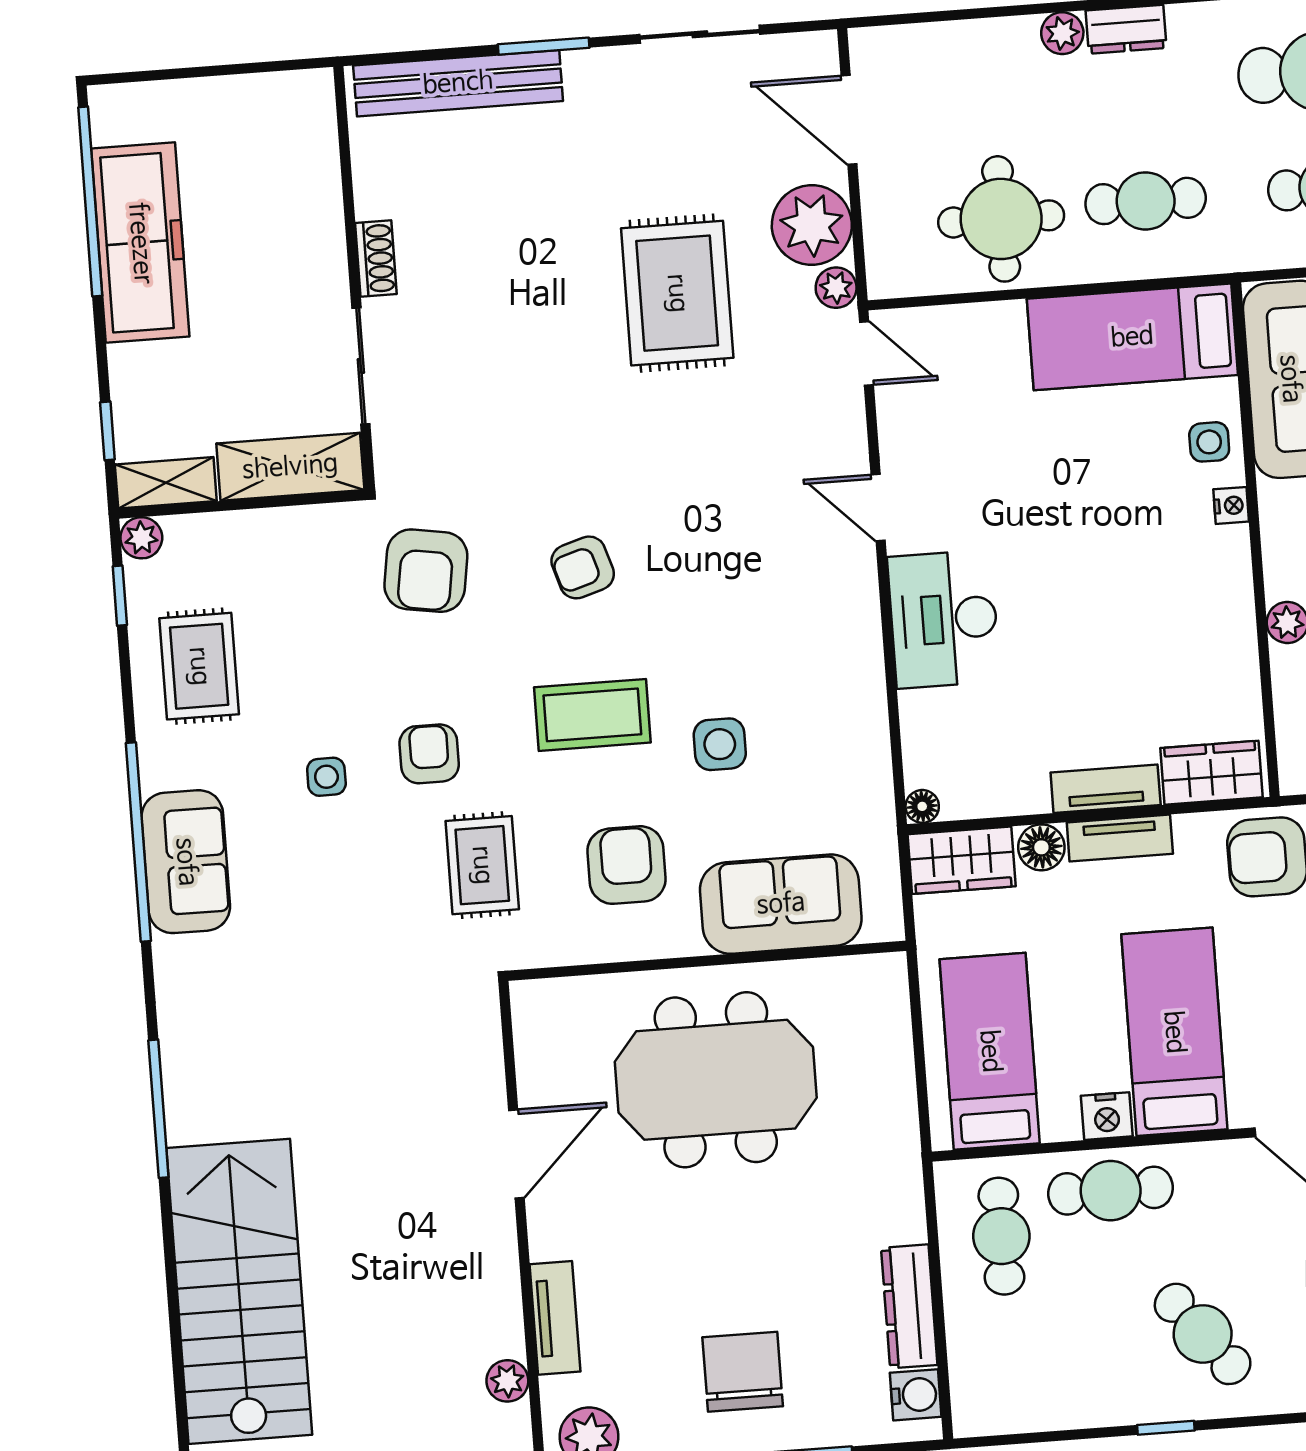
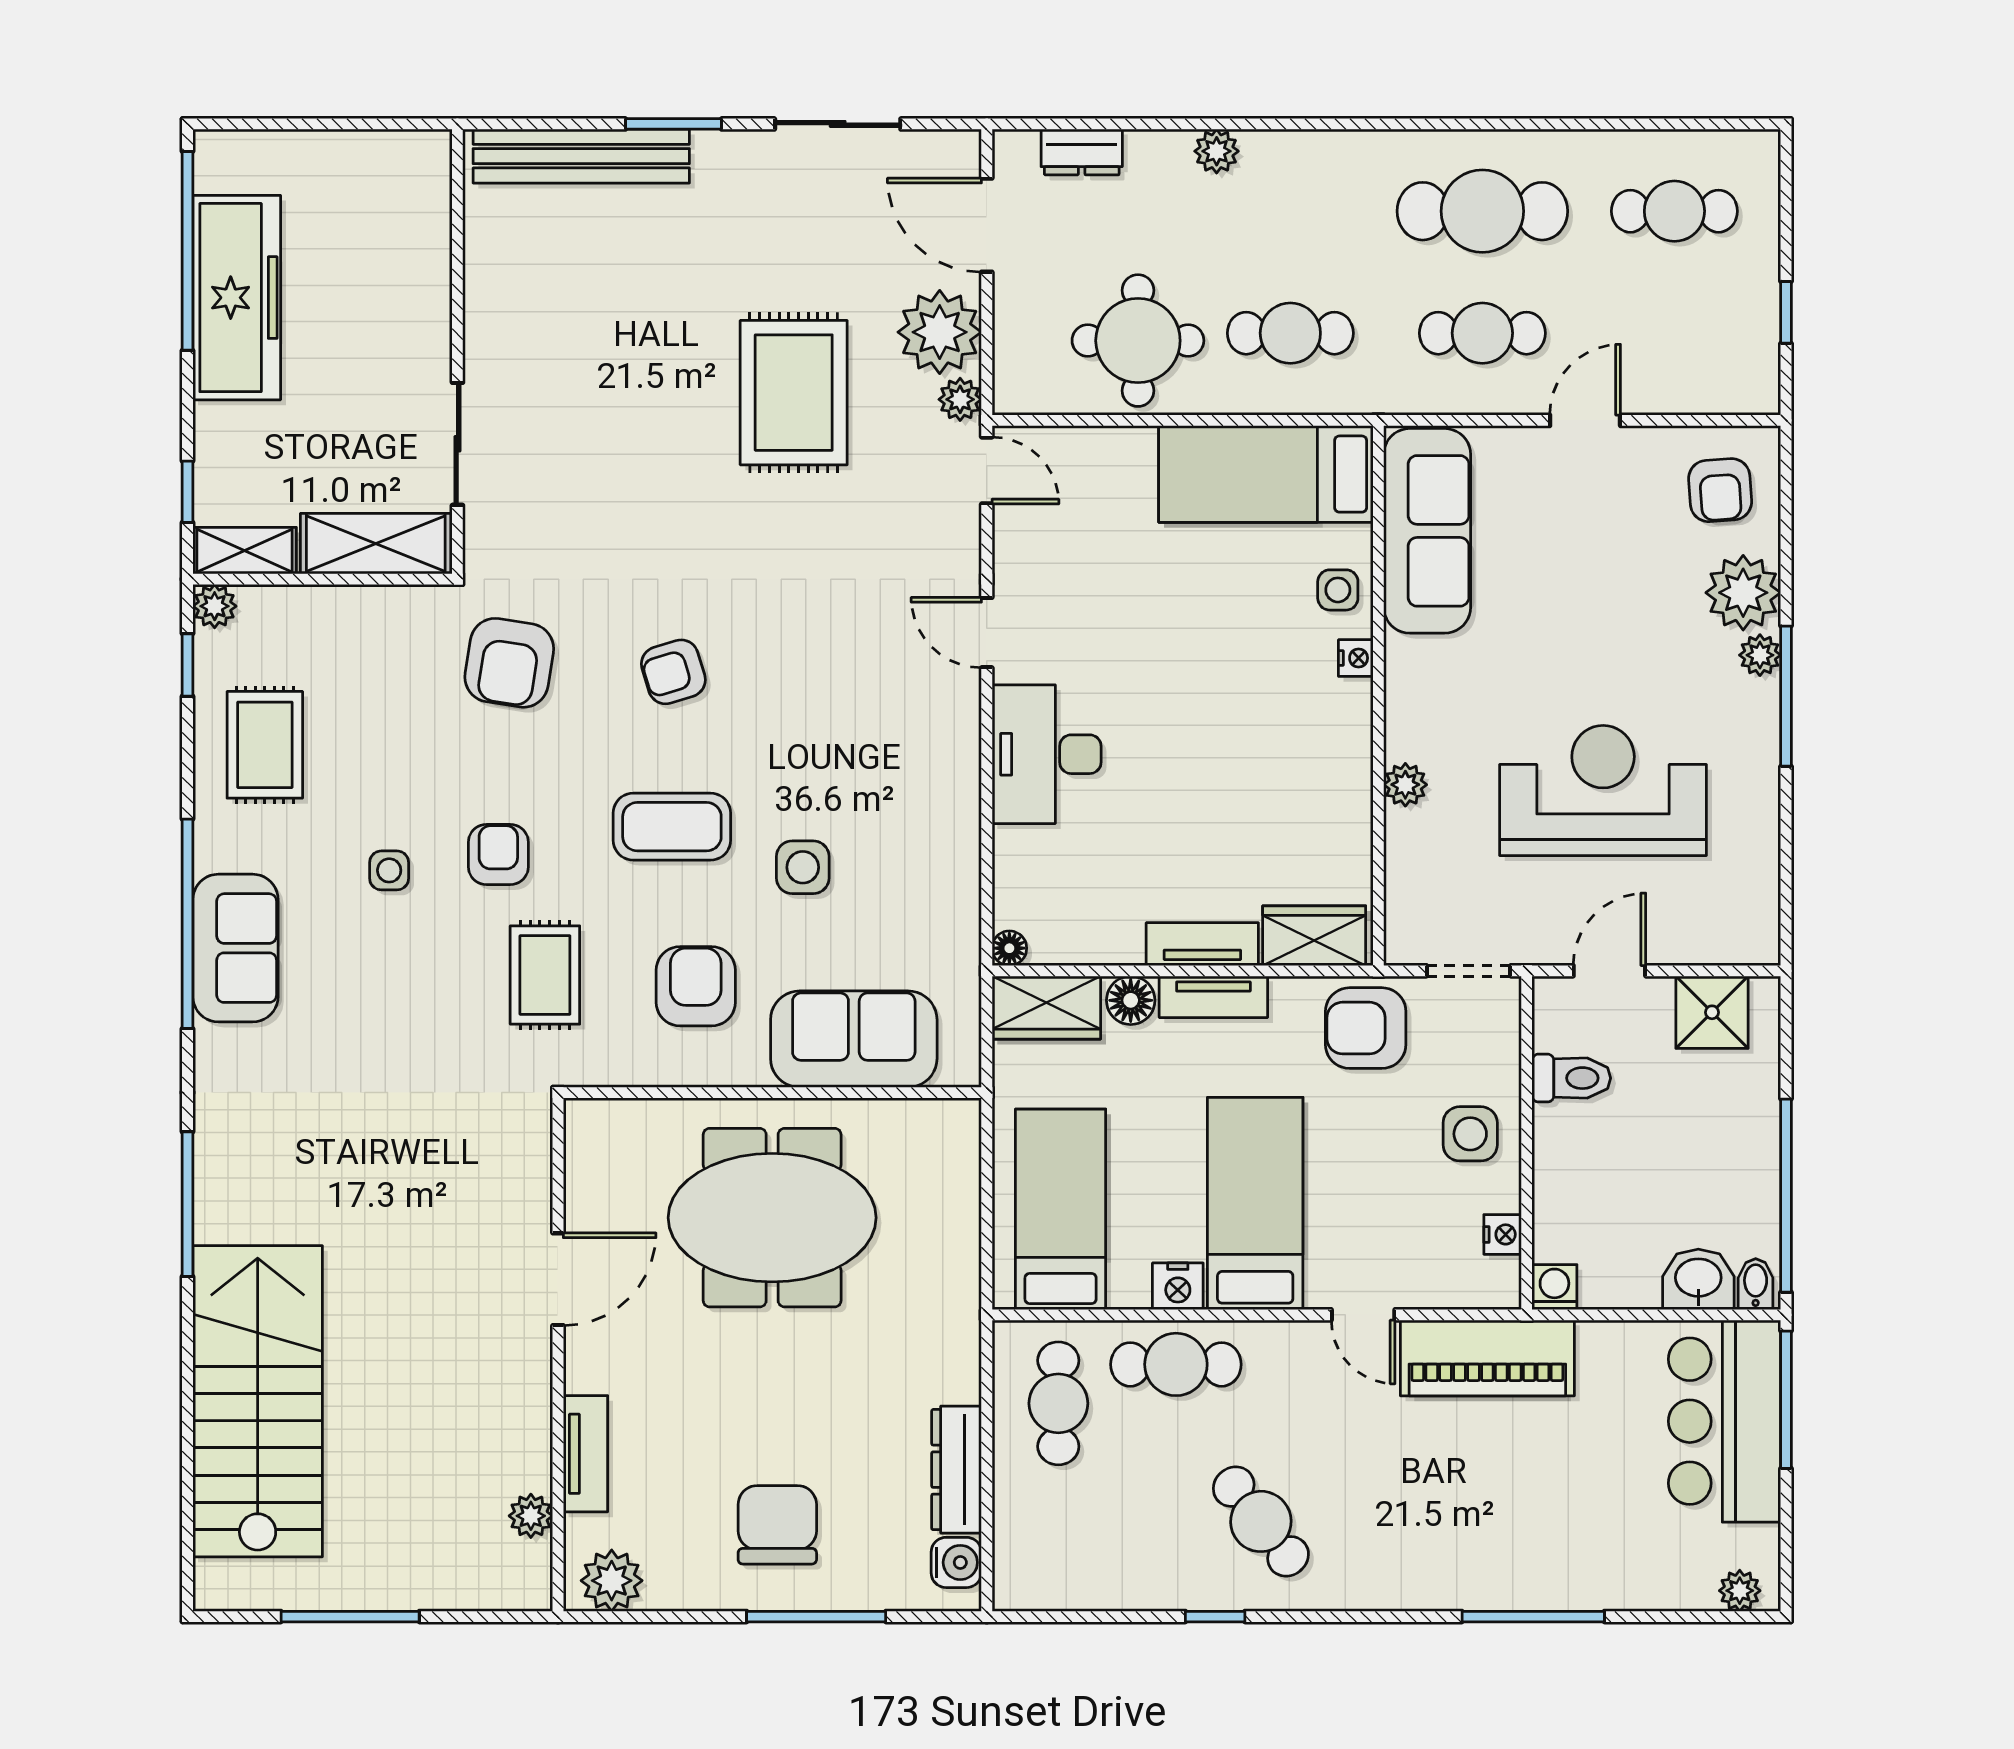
dresser: (1126, 29) -> (1082, 152), moved
shoe rack: (376, 259) -> (482, 333), removed

